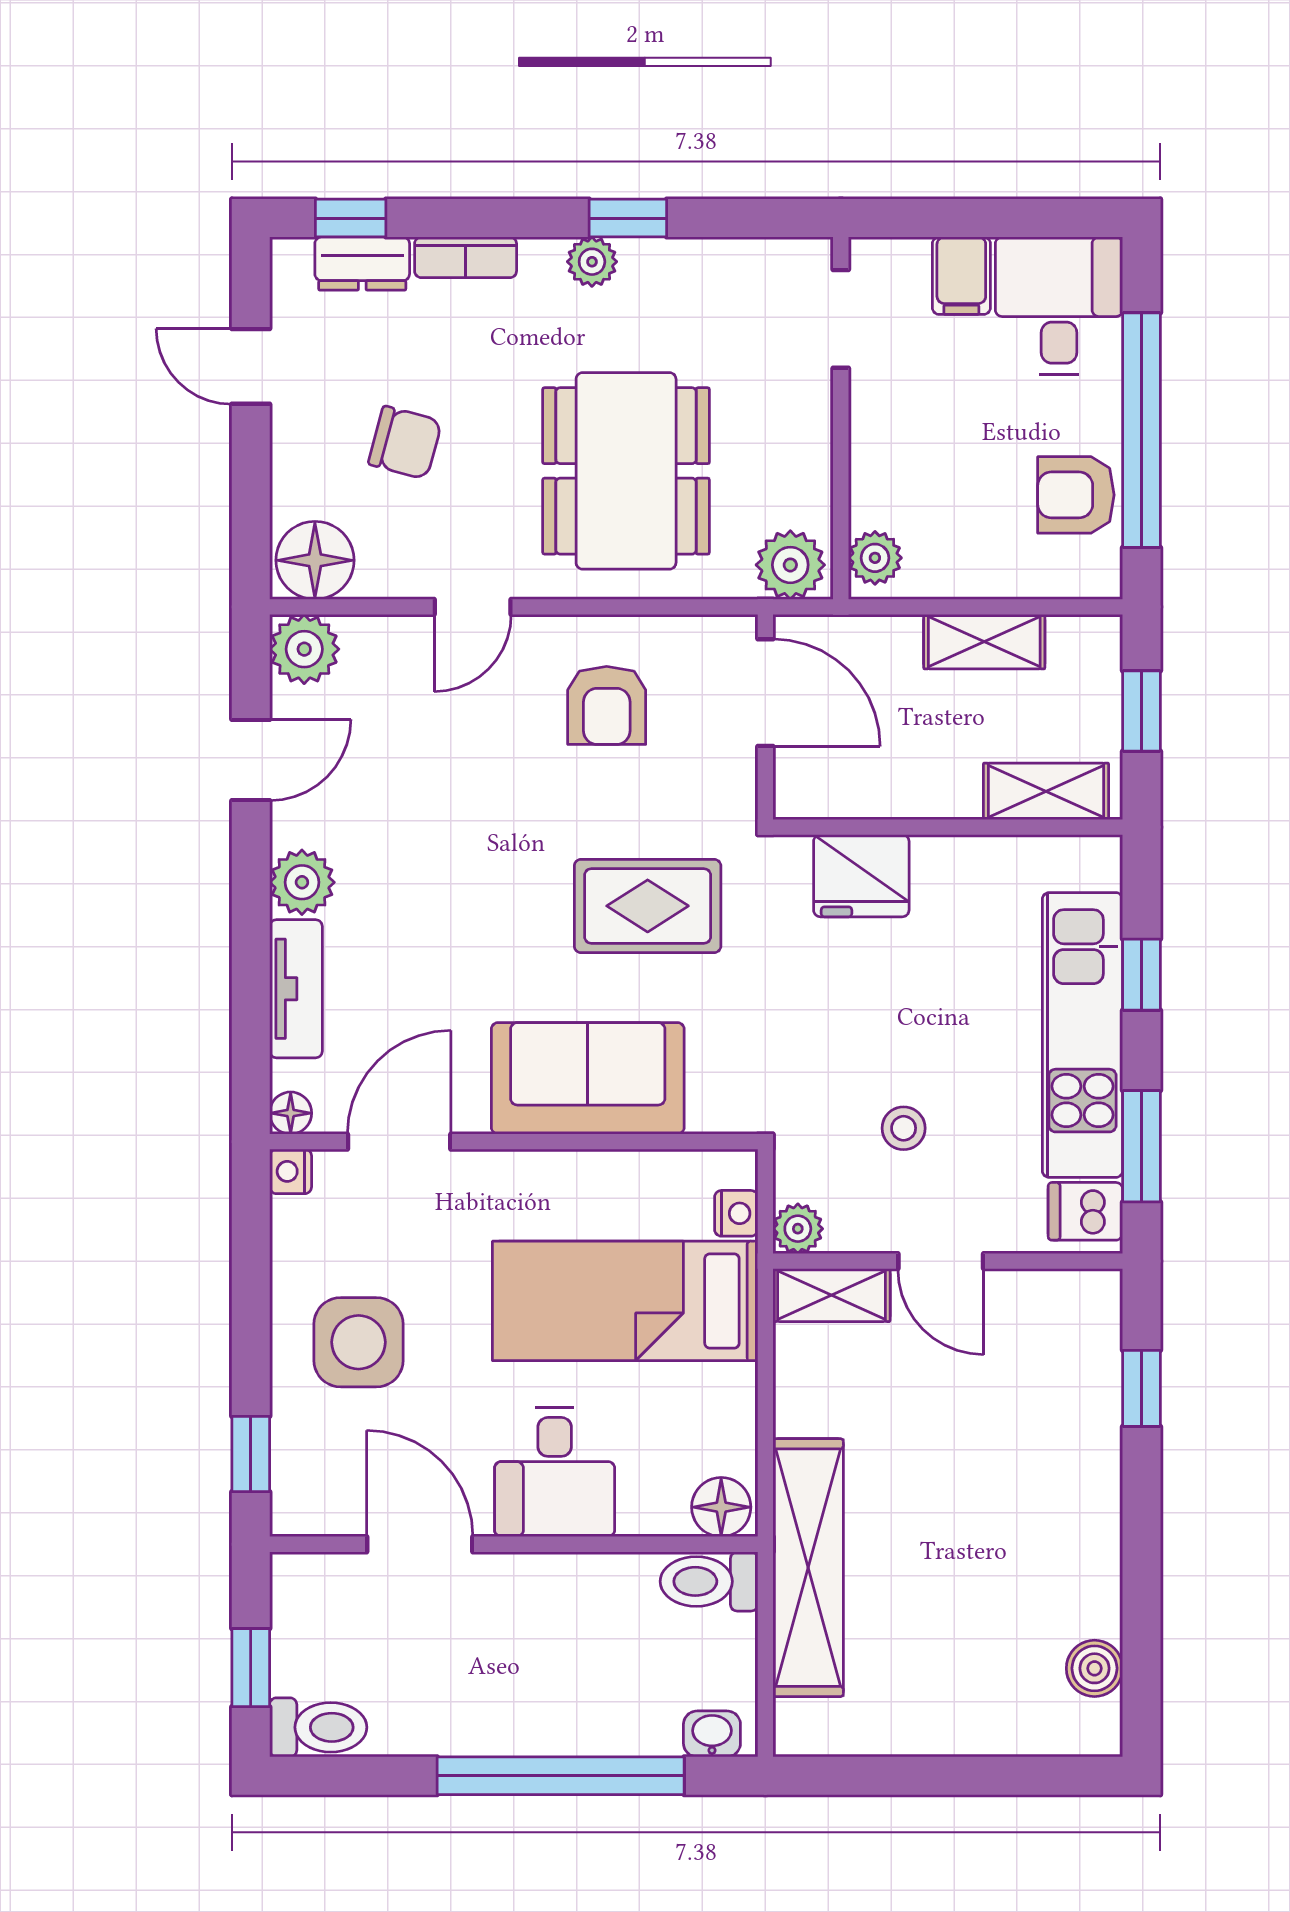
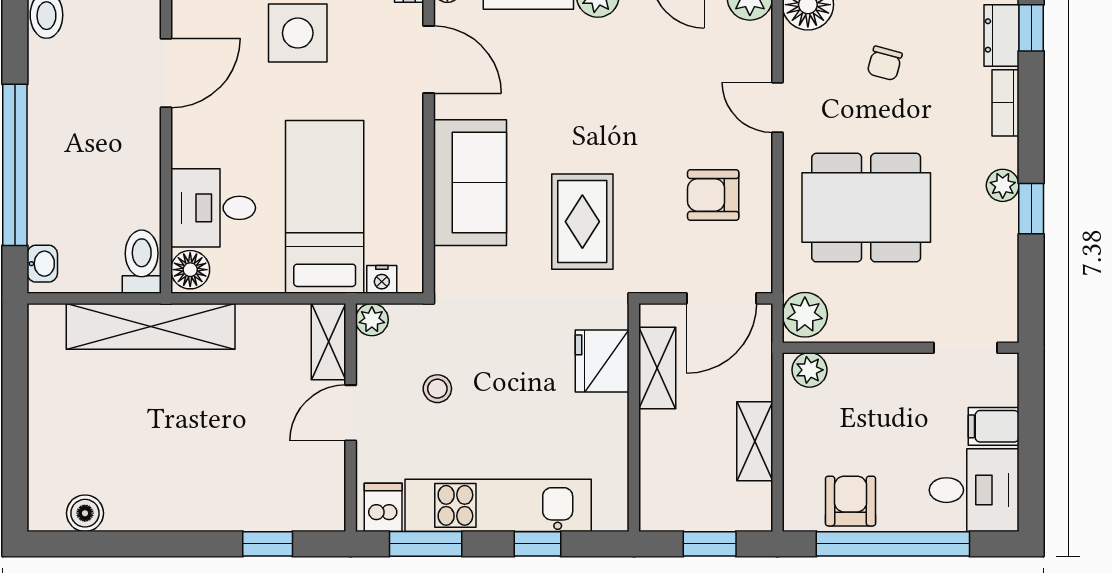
chair: (405, 443) -> (885, 63), width x0.73, depth x0.73
shelving: (1046, 791) -> (657, 368), moved
desk: (555, 1472) -> (213, 208), moved

